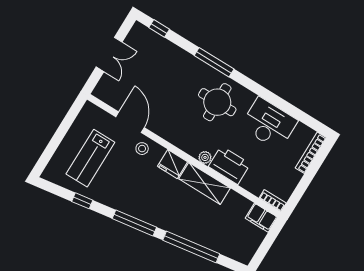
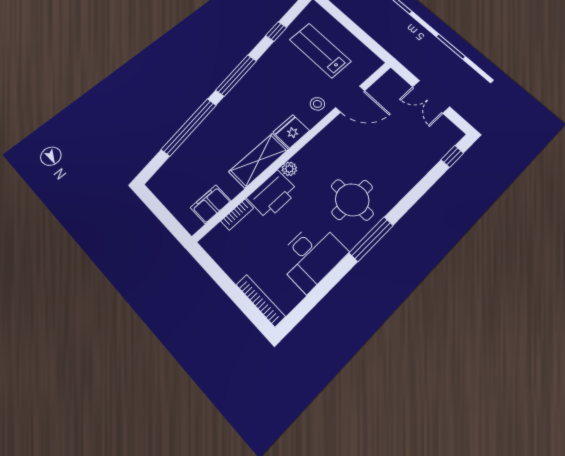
window: (214, 62) -> (371, 239), moved
bookcase: (273, 201) -> (237, 215), moved
filing cabinet: (261, 218) -> (211, 204), moved

